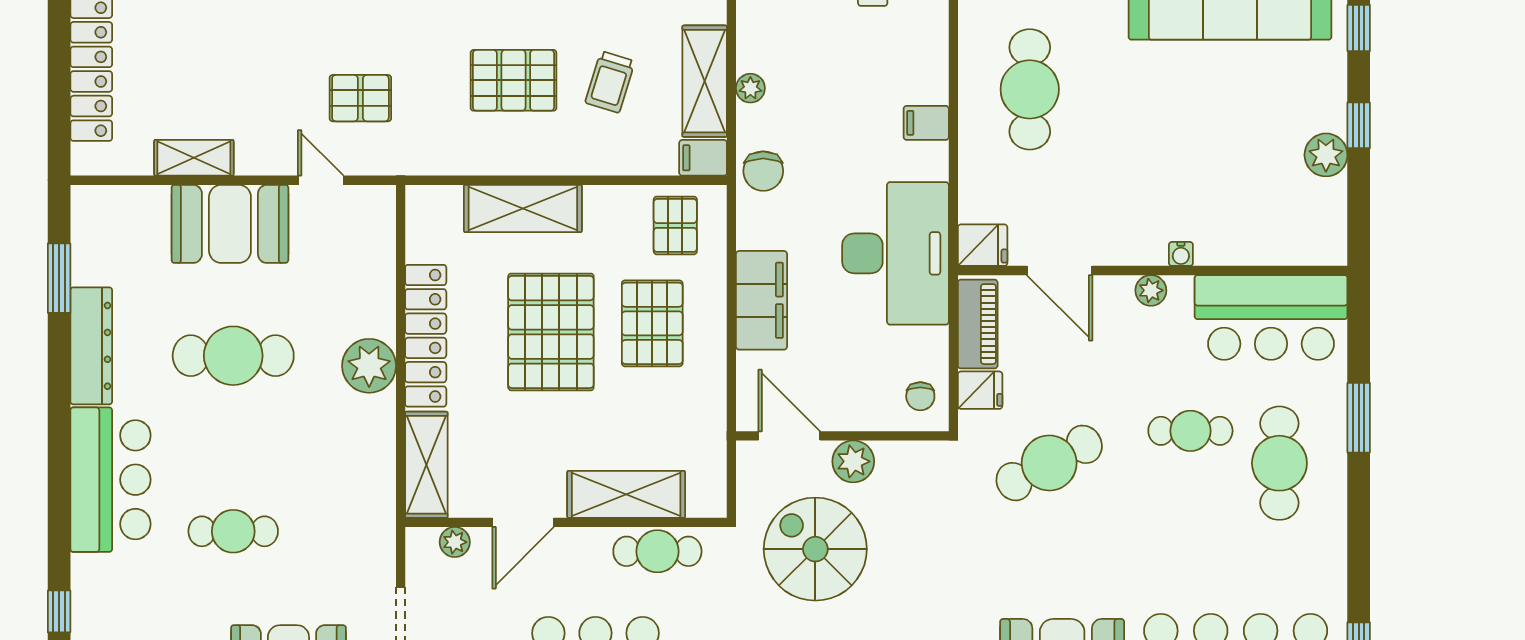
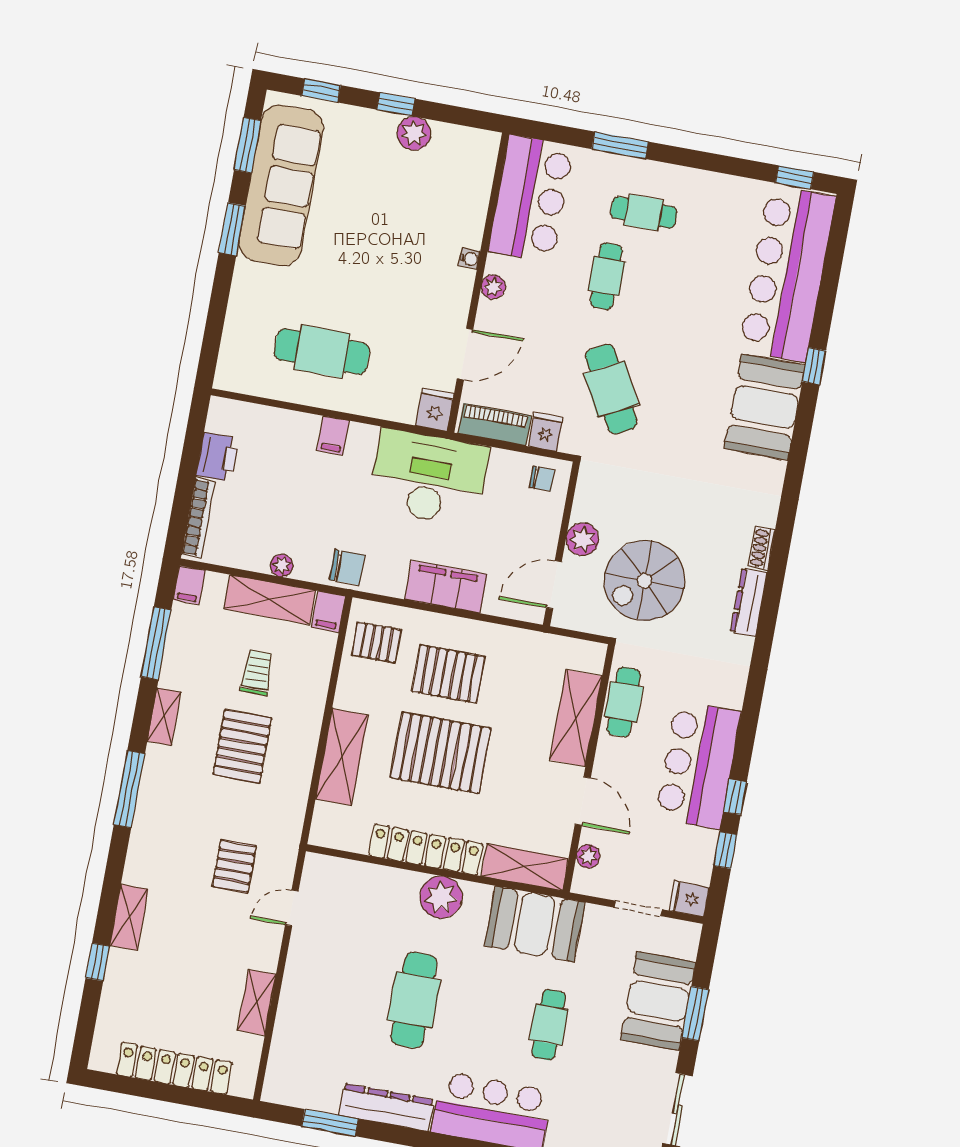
trolley: (610, 82) -> (257, 672), turned -107
booth: (230, 224) -> (535, 924), moved, turned 90
cafe table: (1279, 463) -> (644, 213), width x0.73, depth x0.74

